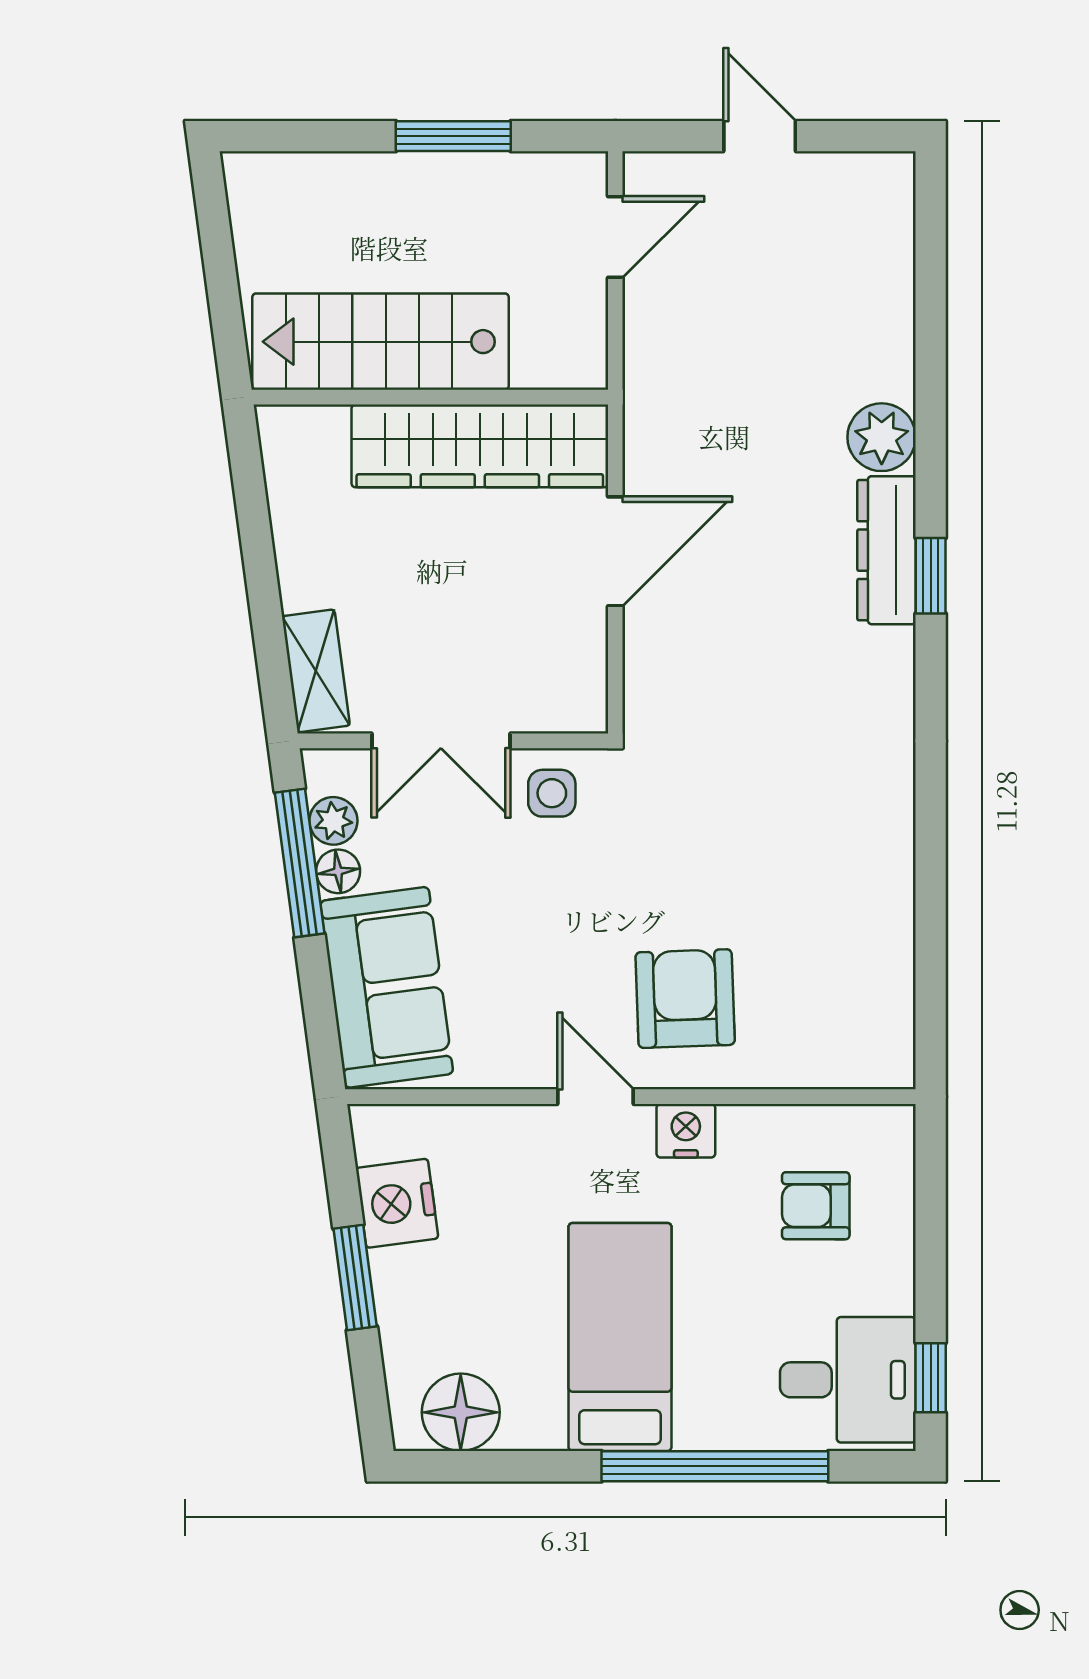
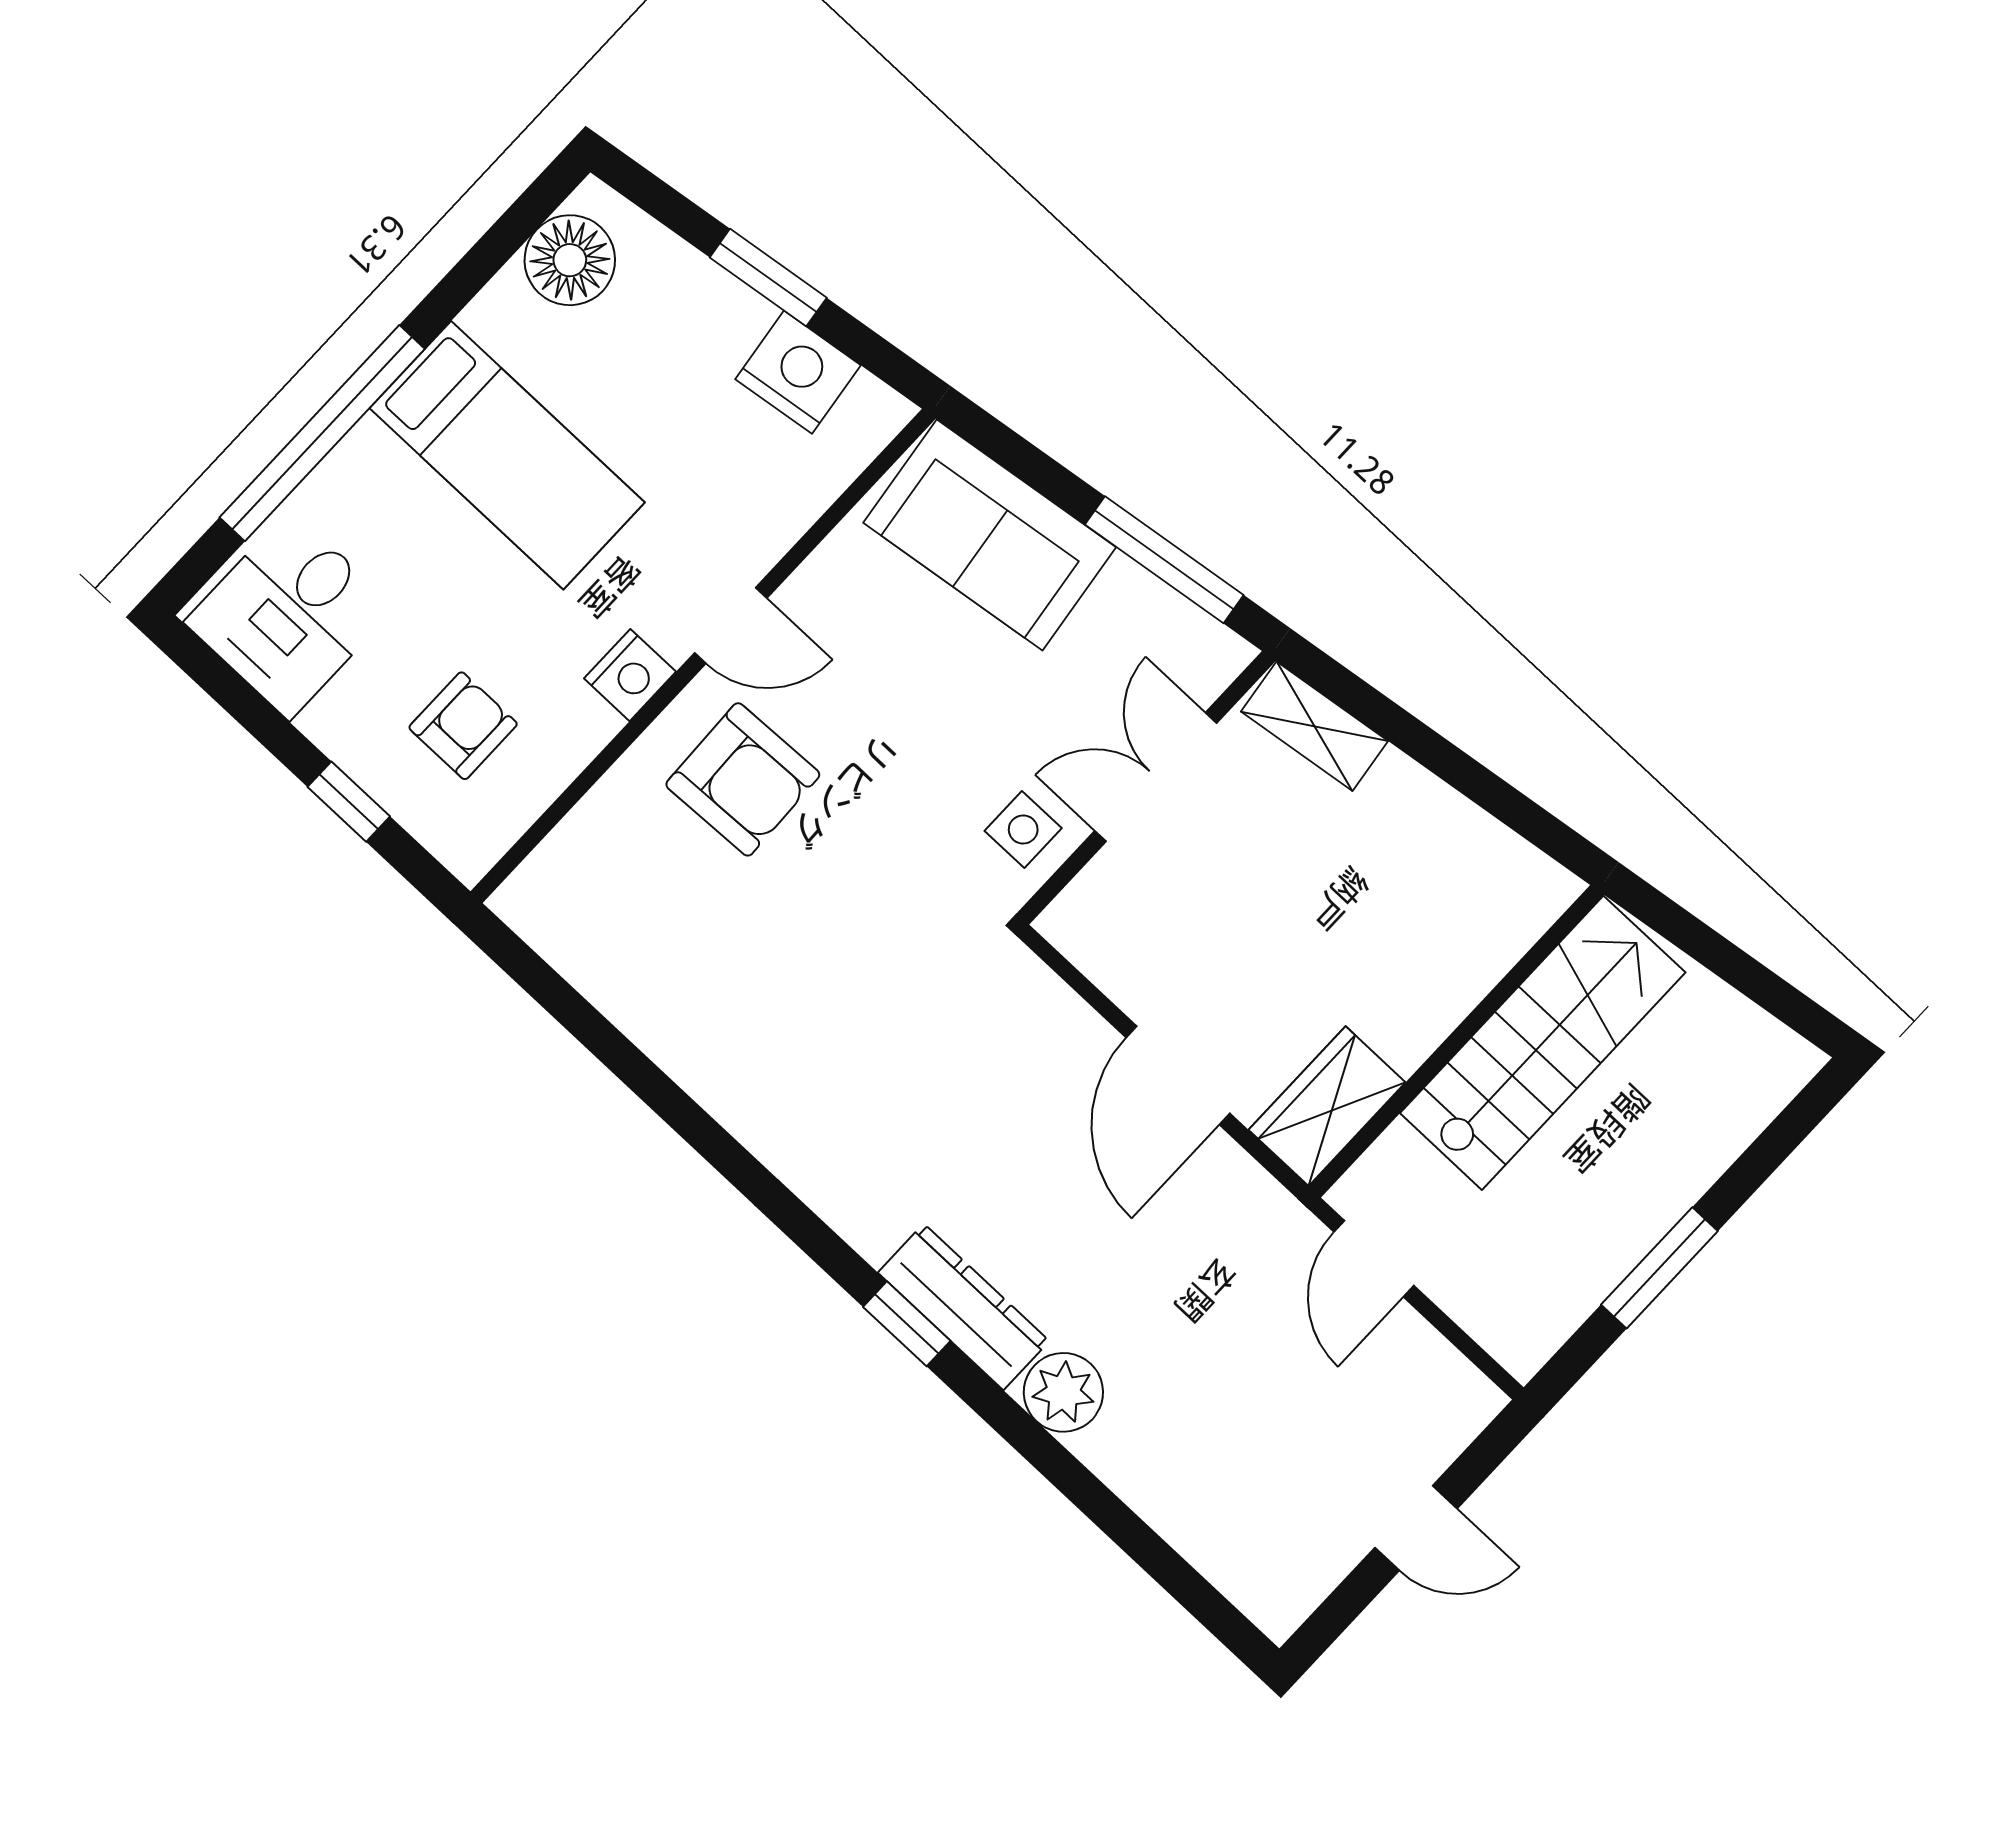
door: (615, 237) -> (1374, 1259), moved
wardrobe: (480, 446) -> (1327, 1106), width x0.48, depth x0.85
plant: (333, 821) -> (1173, 622), removed
floor lamp: (338, 871) -> (1127, 586), removed
window: (931, 1378) -> (349, 802), moved

